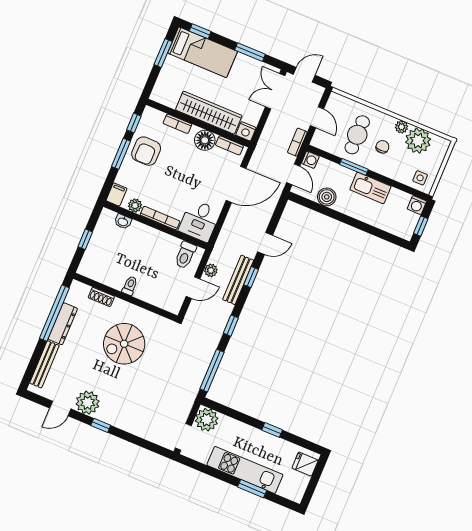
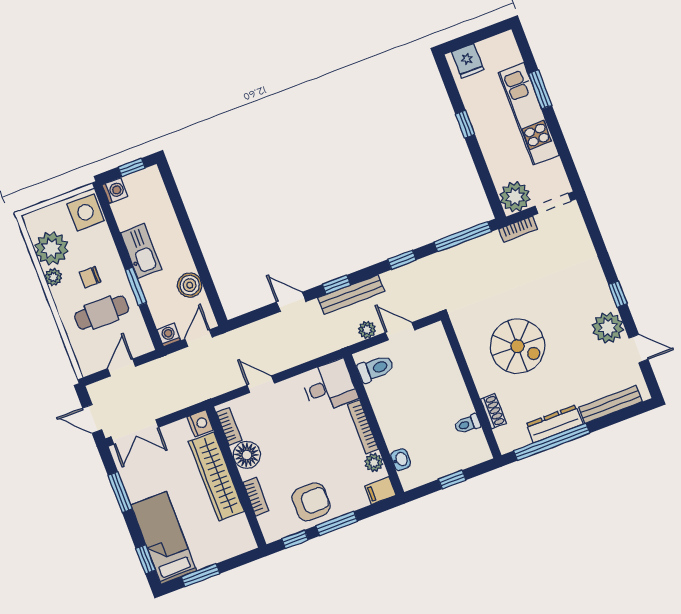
bookcase: (297, 142) -> (518, 229), moved
side table: (420, 178) -> (86, 212), width x1.87, depth x1.87
door: (236, 184) -> (261, 384), width x0.53
toilet: (130, 286) -> (467, 424), moved

